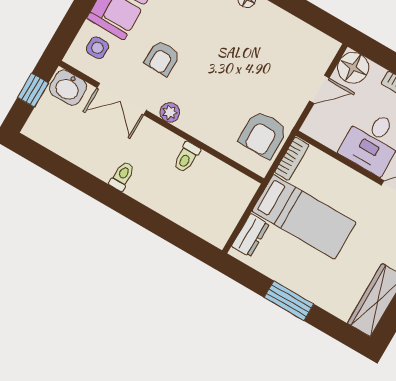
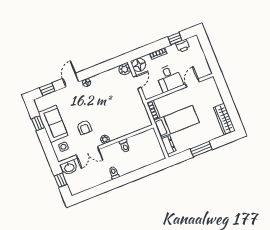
plant: (325, 48) -> (125, 69), added
armchair: (263, 134) -> (137, 113), removed

